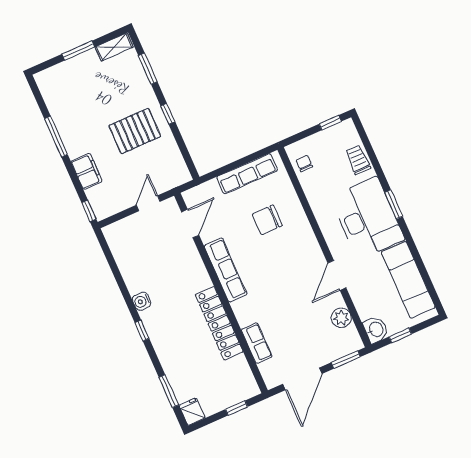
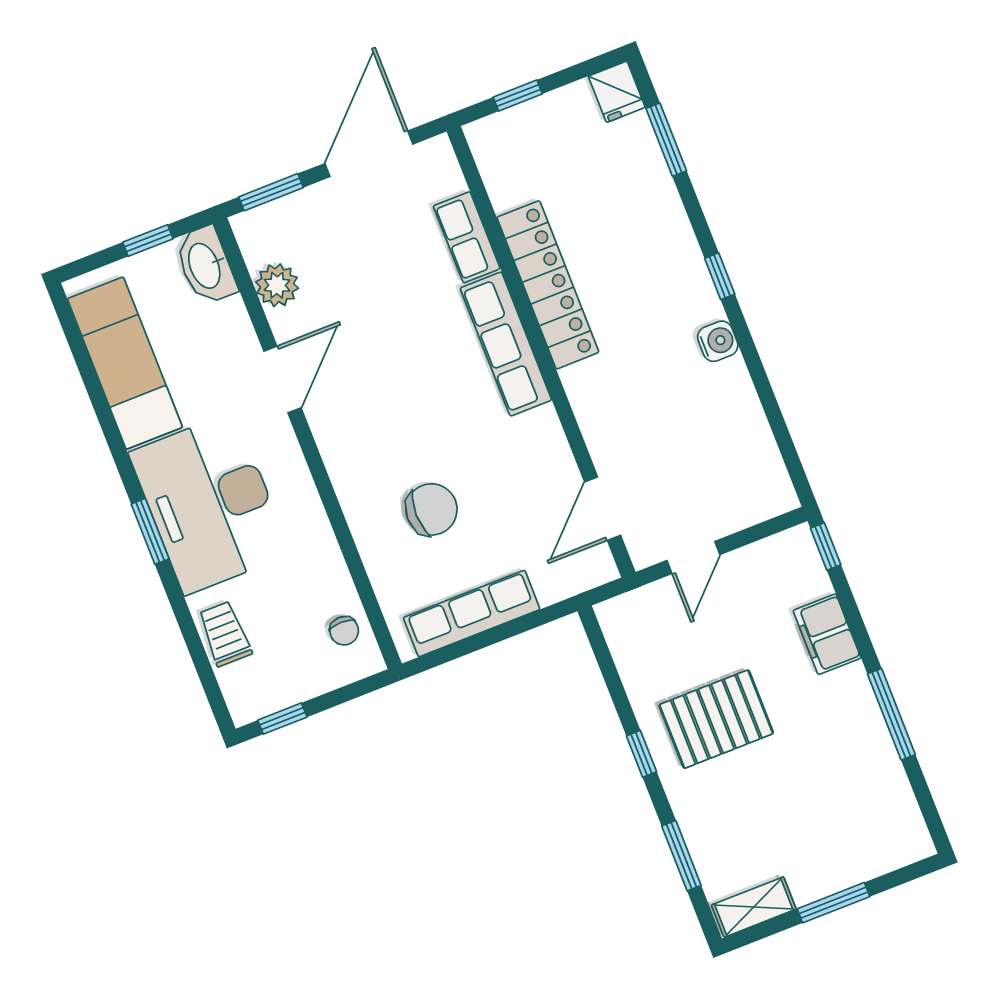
trolley: (358, 160) -> (225, 634), turned 180
row of seats: (225, 270) -> (506, 344), moved
washbasin: (376, 330) -> (206, 265), width x1.38

